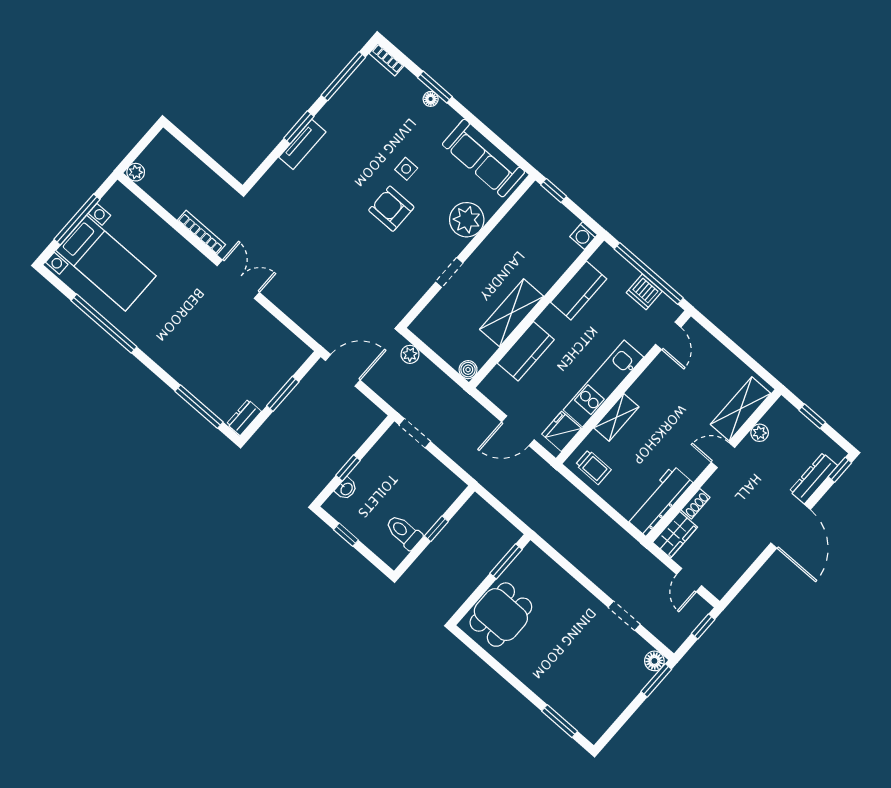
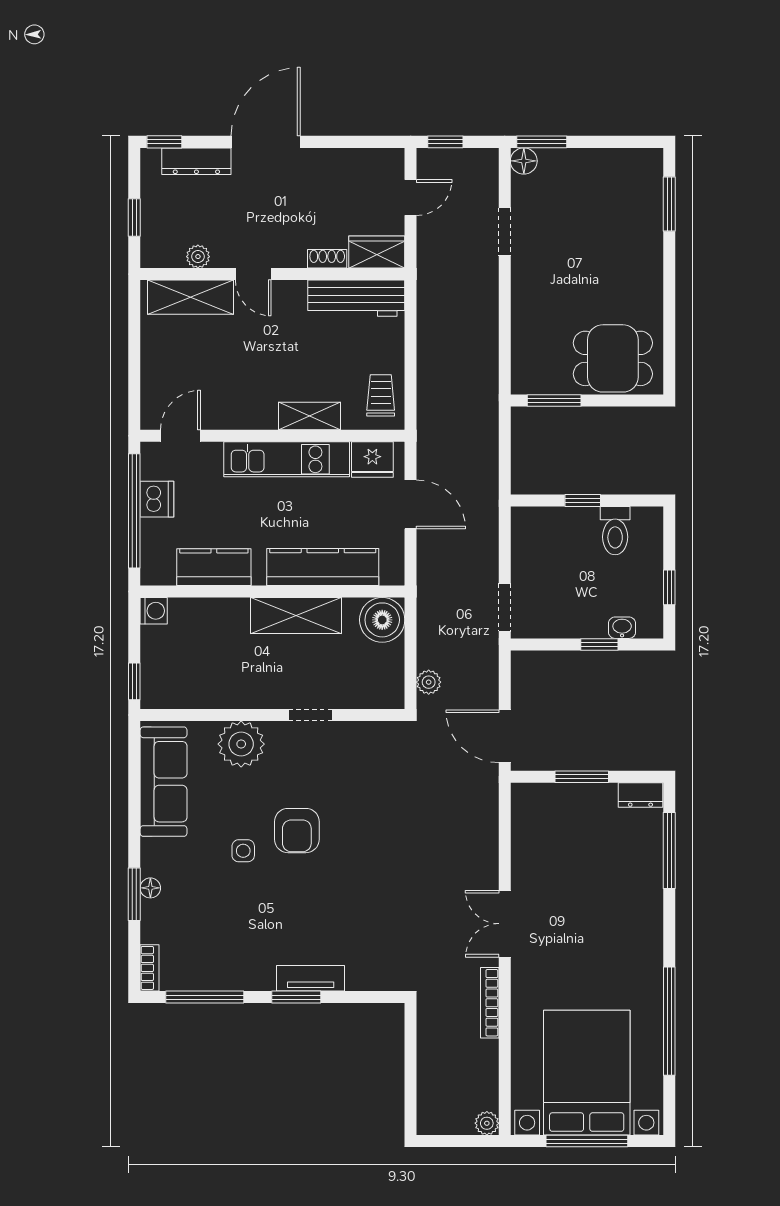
bed with nightstands: (106, 263) -> (587, 1073), width x1.36
kitchen counter: (526, 351) -> (323, 567), width x1.50
boiler: (468, 370) -> (382, 620), width x1.86, depth x1.86

